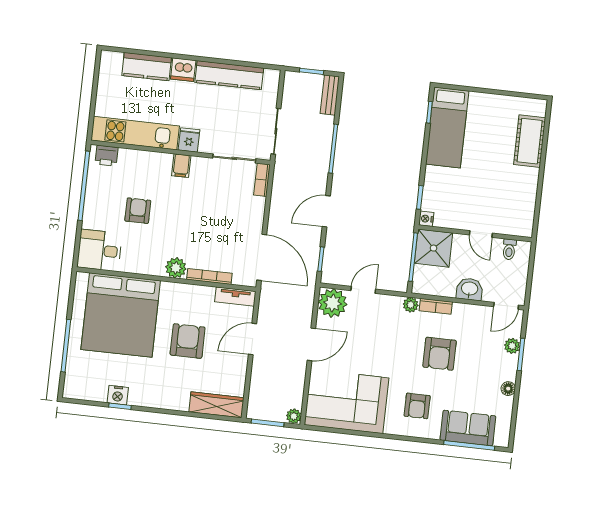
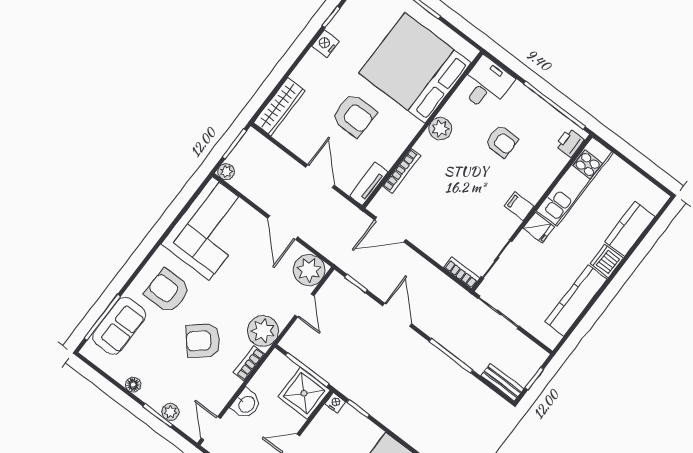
door: (262, 257) -> (390, 230), width x0.73
plant: (176, 268) -> (440, 129), moved
plant: (411, 305) -> (263, 331), width x1.88, depth x1.88
armchair: (440, 354) -> (203, 341), turned -41
nightstand: (118, 395) -> (325, 44), moved
armchair: (417, 406) -> (168, 291), width x1.38, depth x1.38

